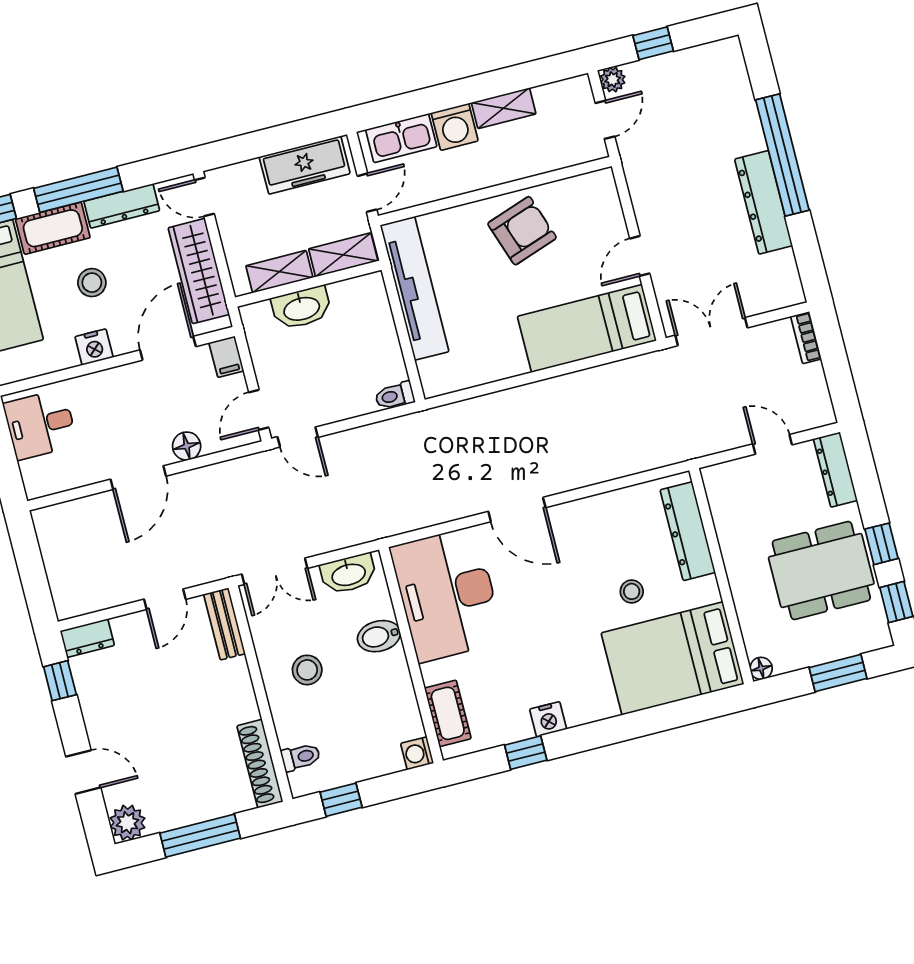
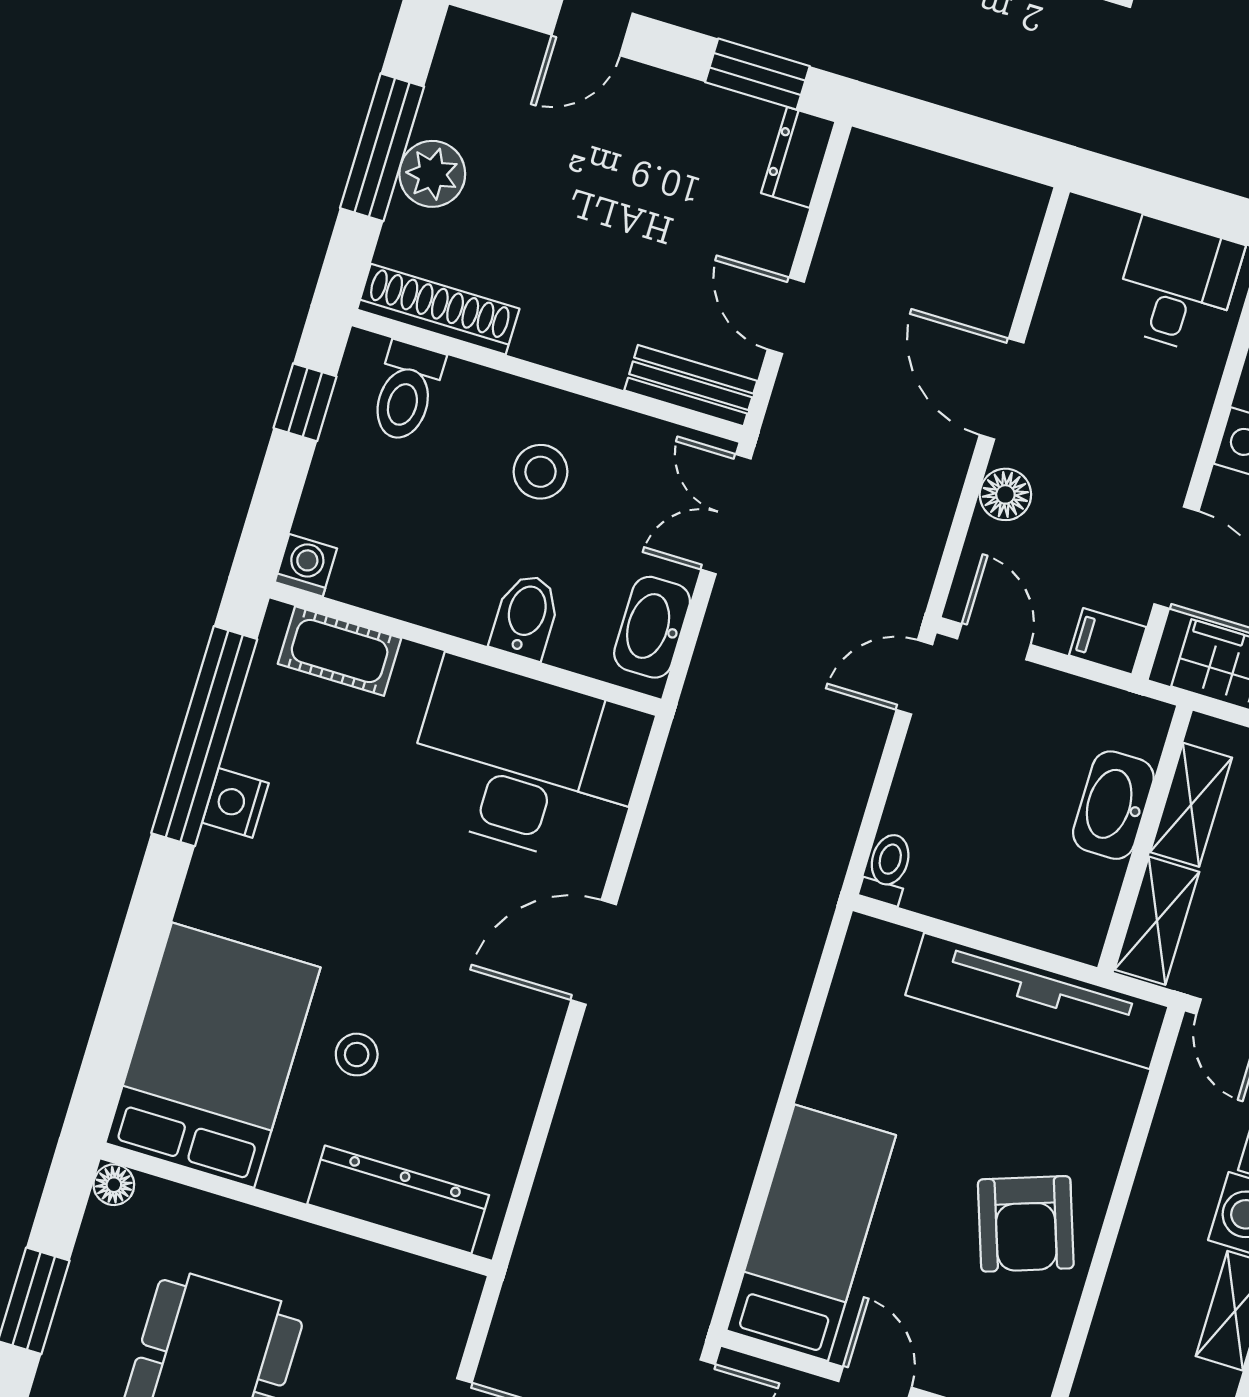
window: (60, 681) -> (757, 74), width x1.50
window: (526, 753) -> (204, 736), width x3.17
toilet: (301, 757) -> (406, 392), width x1.37, depth x1.39
plant: (128, 823) -> (432, 174), moved

